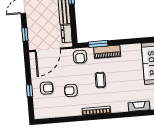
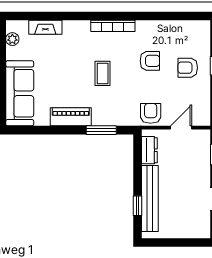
door: (48, 50) -> (181, 128), width x0.53
piano: (107, 52) -> (71, 117), moved
armchair: (80, 57) -> (151, 113), moved

